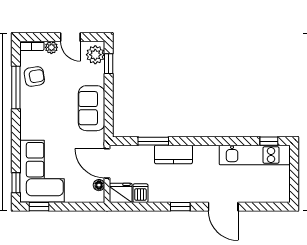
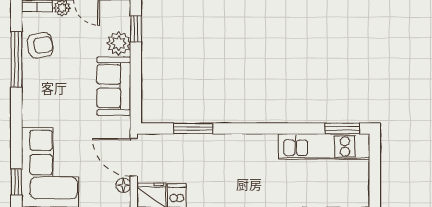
plant: (95, 55) -> (119, 43), moved
window: (269, 141) -> (342, 128), width x1.50
kitchen counter: (173, 154) -> (219, 146), removed

